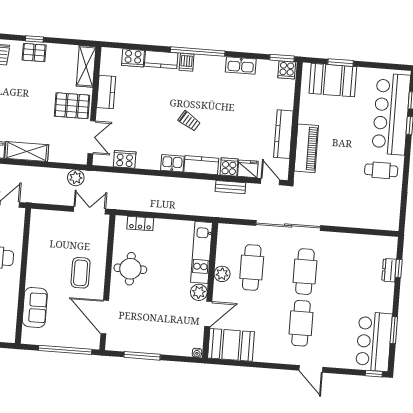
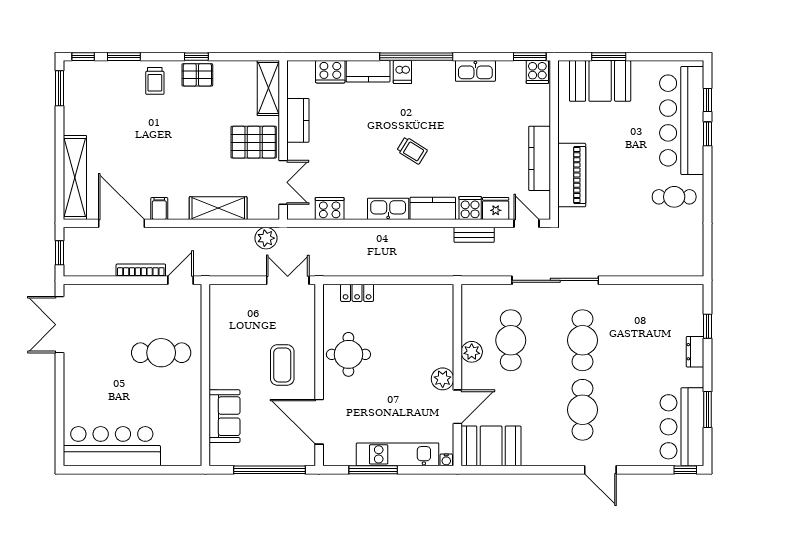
shelving: (27, 152) -> (218, 208), moved
kitchen sink: (172, 163) -> (388, 209), width x1.38
kitchen unit: (202, 252) -> (398, 454), moved, turned 90
dresser: (389, 270) -> (695, 352), moved

